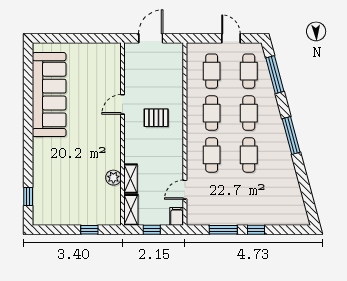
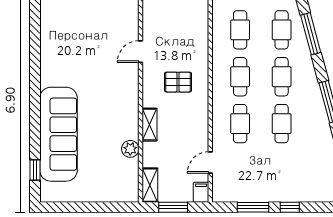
sofa: (49, 95) -> (58, 134), moved
door: (122, 104) -> (140, 52), moved
shelving: (131, 179) -> (149, 125), moved
window: (89, 230) -> (103, 207), removed
window: (152, 230) -> (173, 207), width x1.50

